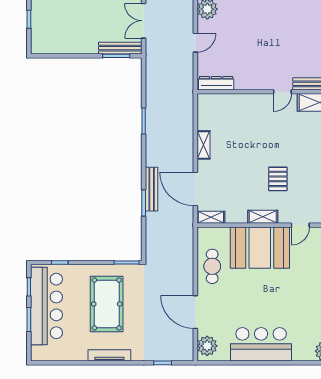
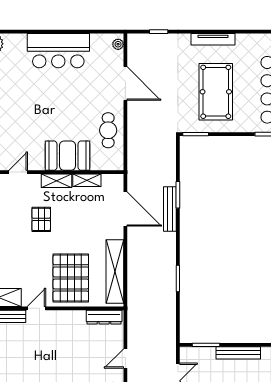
bench: (120, 48) -> (238, 353), moved
pallet: (249, 122) -> (71, 278), added
shelving: (203, 145) -> (115, 271), width x2.20, depth x1.33
shelving: (211, 217) -> (87, 180), moved
booth: (260, 248) -> (68, 156), width x0.73, depth x0.70
plant: (207, 346) -> (118, 44), width x0.53, depth x0.53

